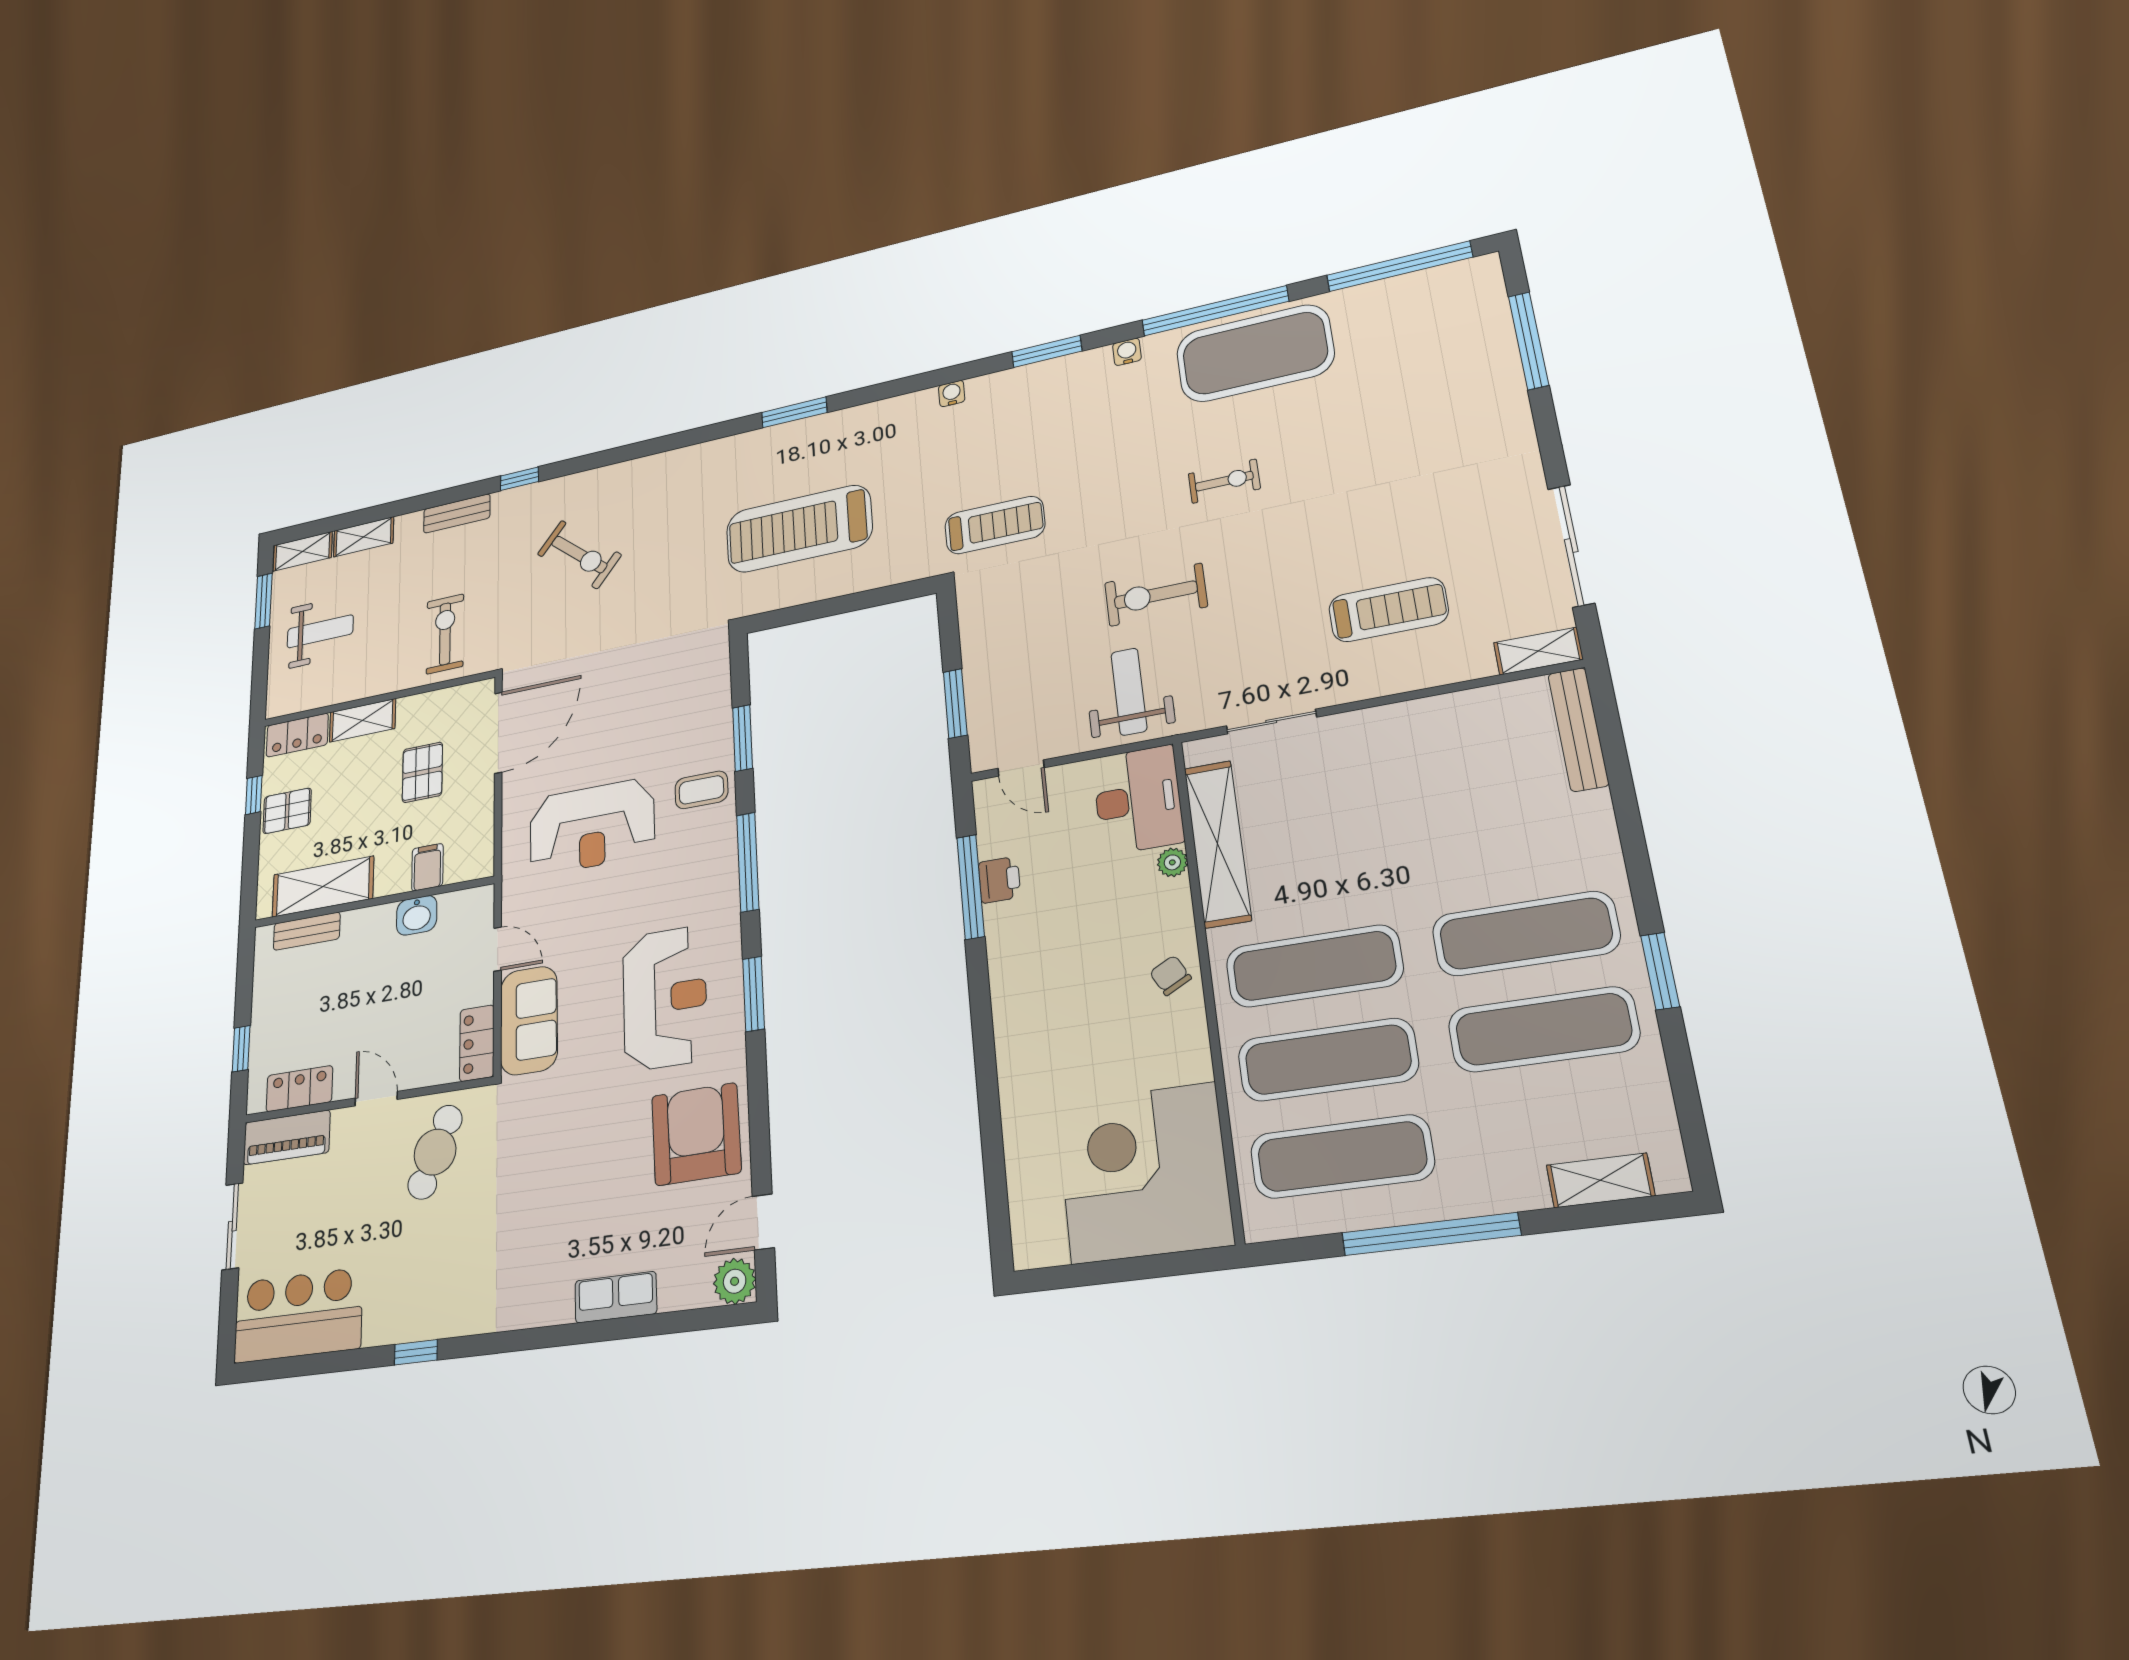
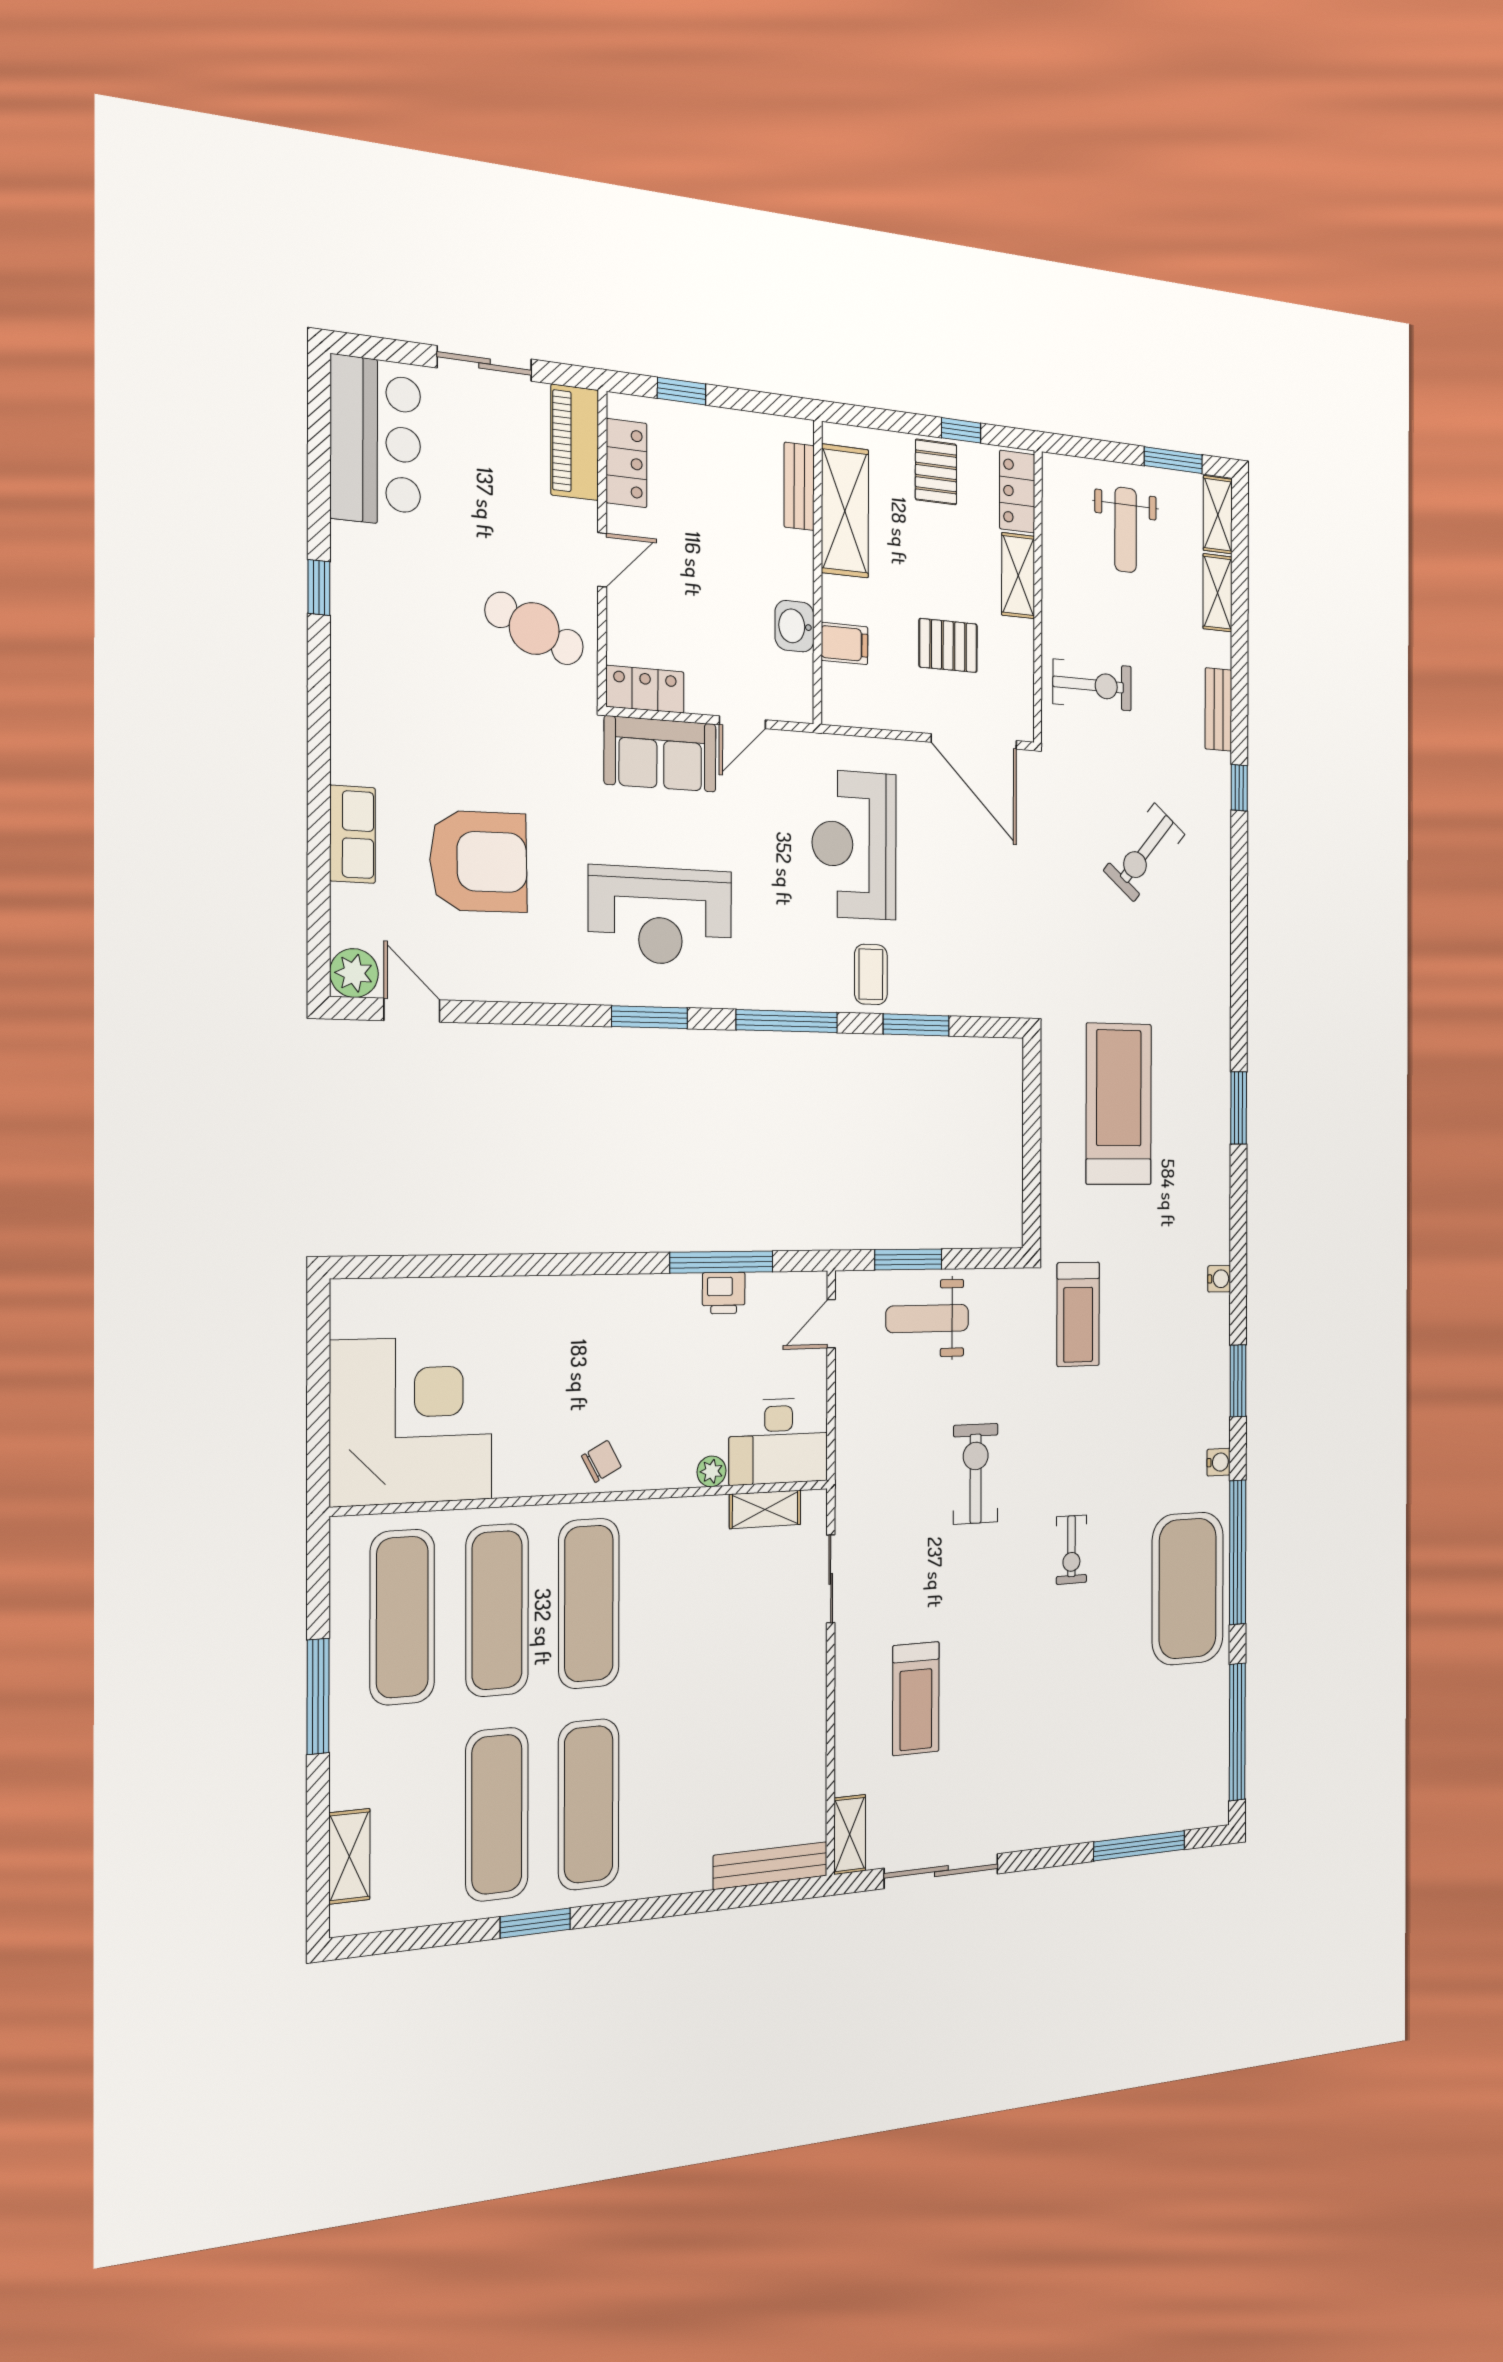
weight bench: (1129, 692) -> (927, 1319), moved, turned 180
shelving: (1218, 844) -> (765, 1509), width x0.45, depth x0.75
armchair: (696, 1134) -> (479, 861), moved
window: (1431, 1234) -> (318, 1696), width x0.68

